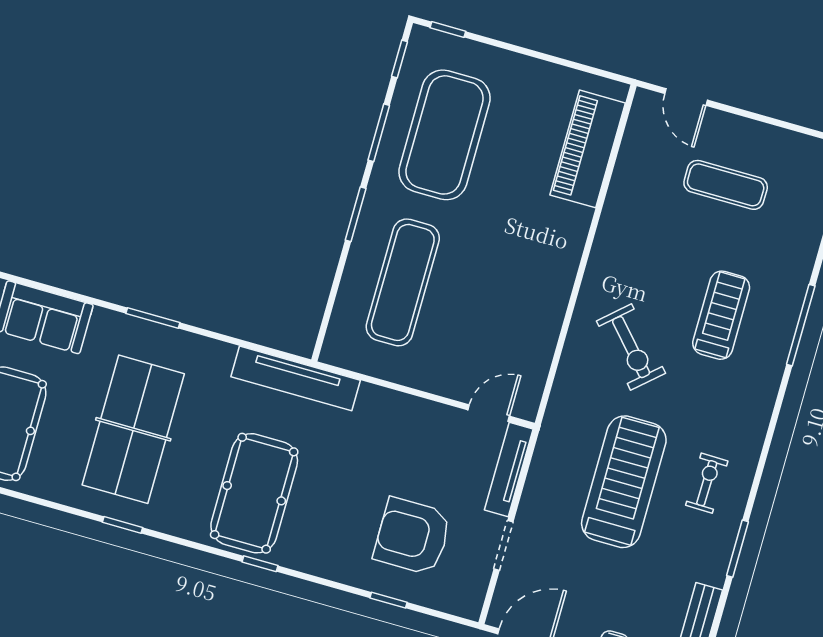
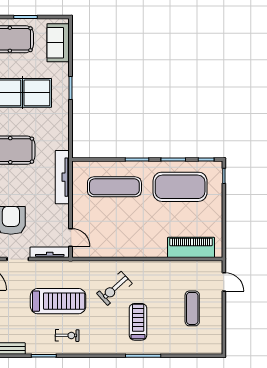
door: (686, 97) -> (224, 282), swing flipped
treadmill: (721, 315) -> (138, 322), turned -90
tv unit: (296, 378) -> (62, 177), moved

